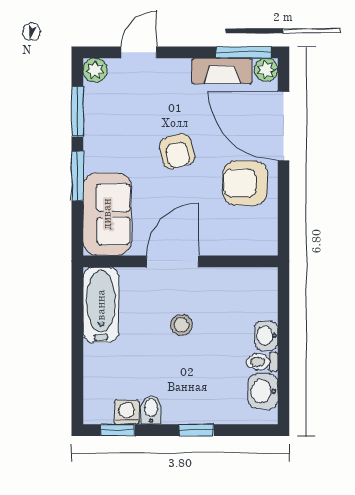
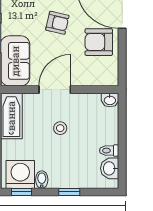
armchair: (177, 151) -> (57, 23), turned -64
washbasin: (266, 336) -> (110, 100), moved, turned -90
washing machine: (127, 412) -> (20, 174), width x1.89, depth x1.89

